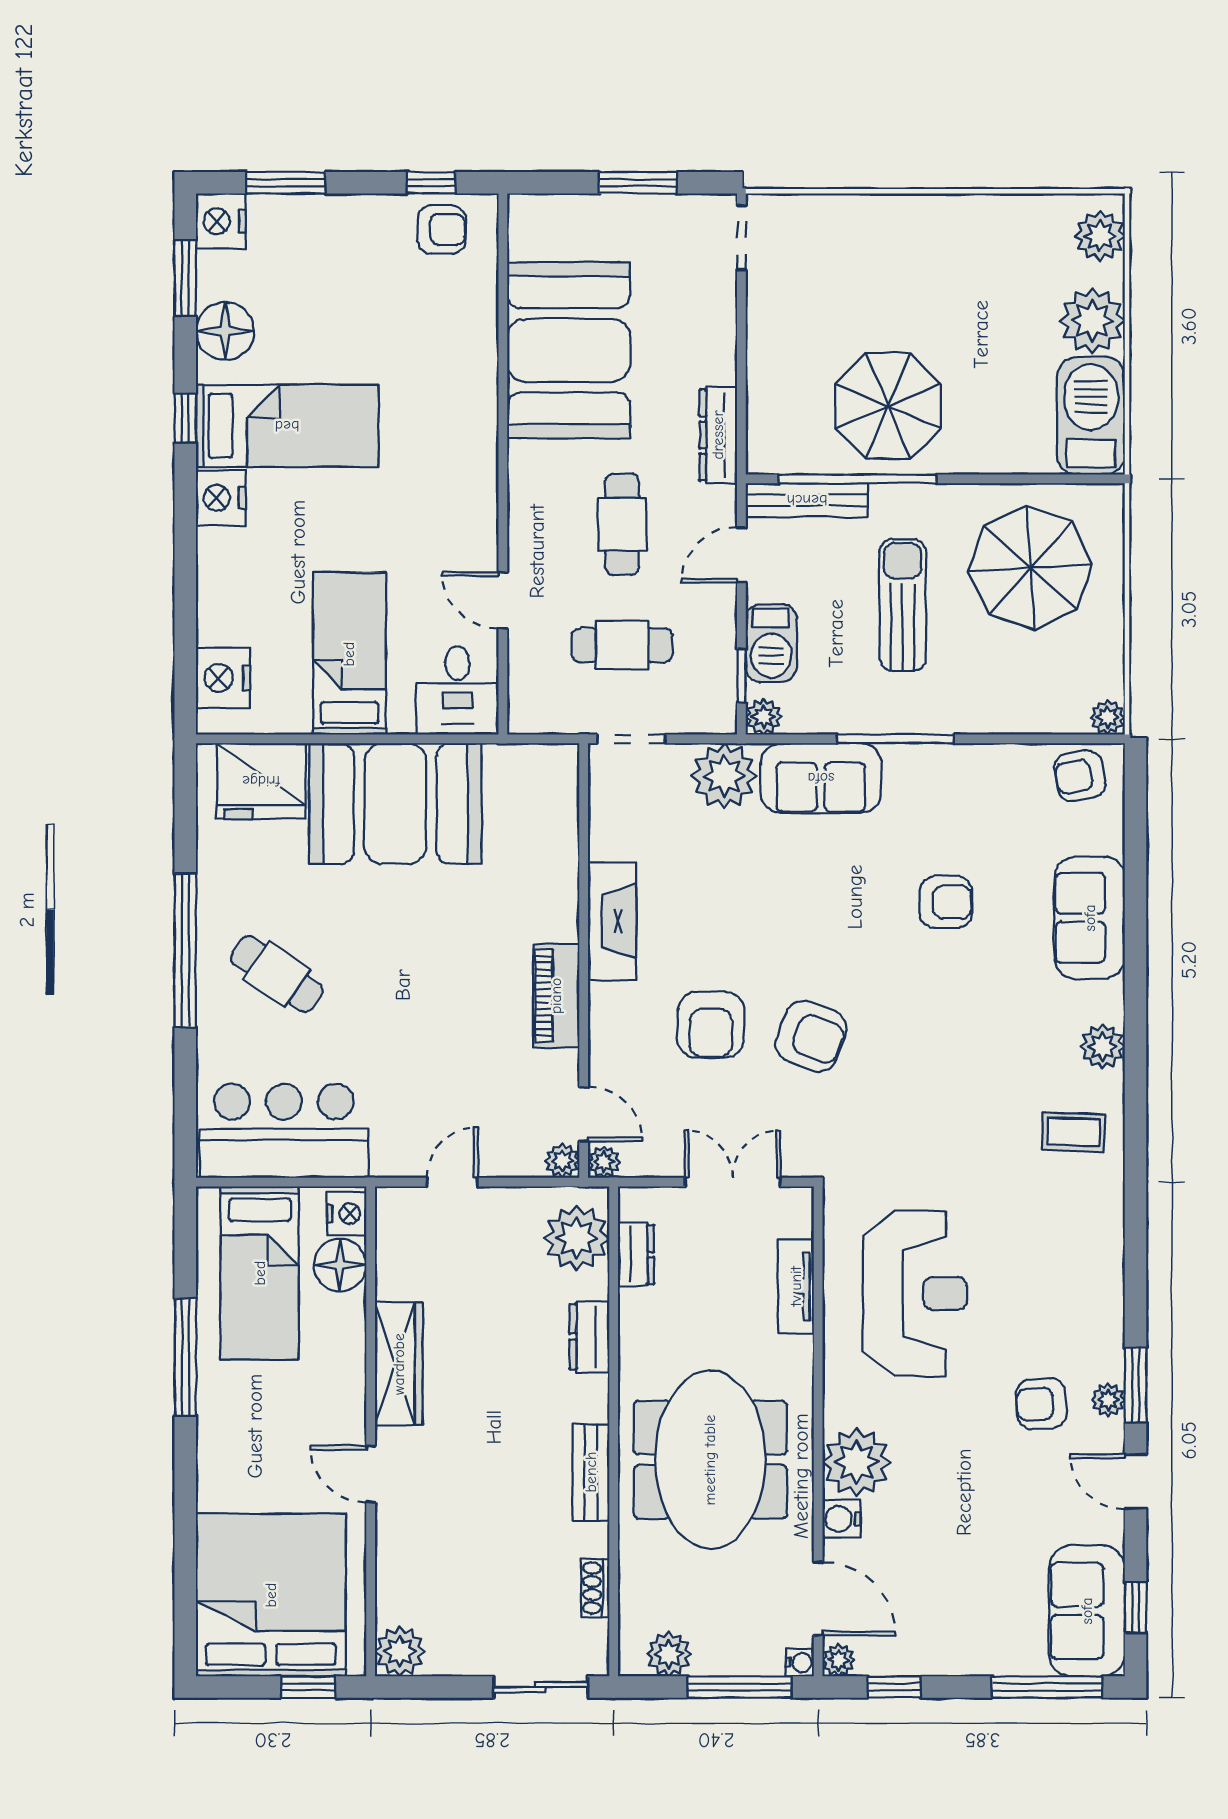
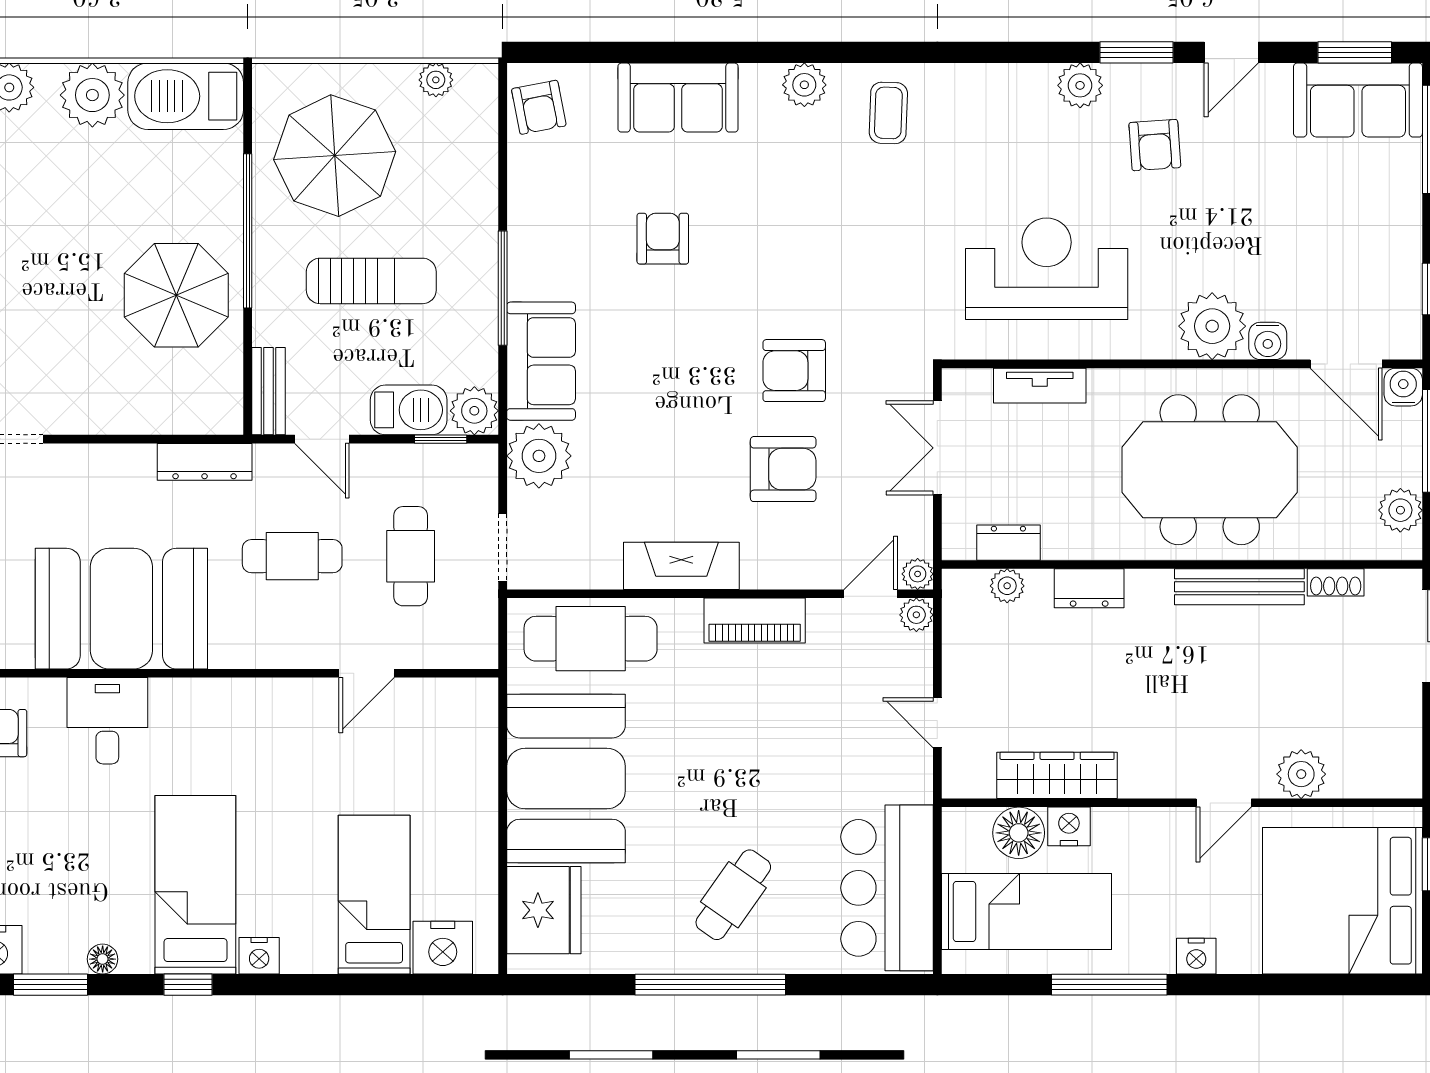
floor lamp: (225, 331) -> (103, 959), width x0.53, depth x0.53
window: (857, 479) -> (248, 231), moved
nightstand: (221, 498) -> (259, 956), width x0.74, depth x0.75
bench: (807, 500) -> (269, 391), width x0.73
sun lounger: (903, 605) -> (371, 281), turned 180
bed: (349, 654) -> (374, 895), moved, turned 90
desk: (458, 690) -> (107, 721), moved, turned -90
plant: (764, 717) -> (474, 411), width x1.38, depth x1.38
plant: (1108, 717) -> (436, 80), moved
cafe table: (538, 829) -> (591, 639), added
armchair: (811, 1036) -> (794, 371), turned -112
nightstand: (347, 1214) -> (1069, 826), moved
plant: (577, 1238) -> (1007, 586), width x0.53, depth x0.53
wardrobe: (399, 1364) -> (1057, 775), moved
plant: (1108, 1400) -> (1080, 85), moved, width x1.38, depth x1.38
nightstand: (214, 1446) -> (1196, 956), added
bench: (591, 1472) -> (1239, 587), width x1.36
door: (818, 1599) -> (1346, 364), swing flipped
window: (1136, 1608) -> (1355, 52), width x1.50
plant: (400, 1651) -> (1301, 774), moved
plant: (839, 1660) -> (1406, 344), removed
water cooler: (800, 1662) -> (1403, 387), width x1.38, depth x1.38

